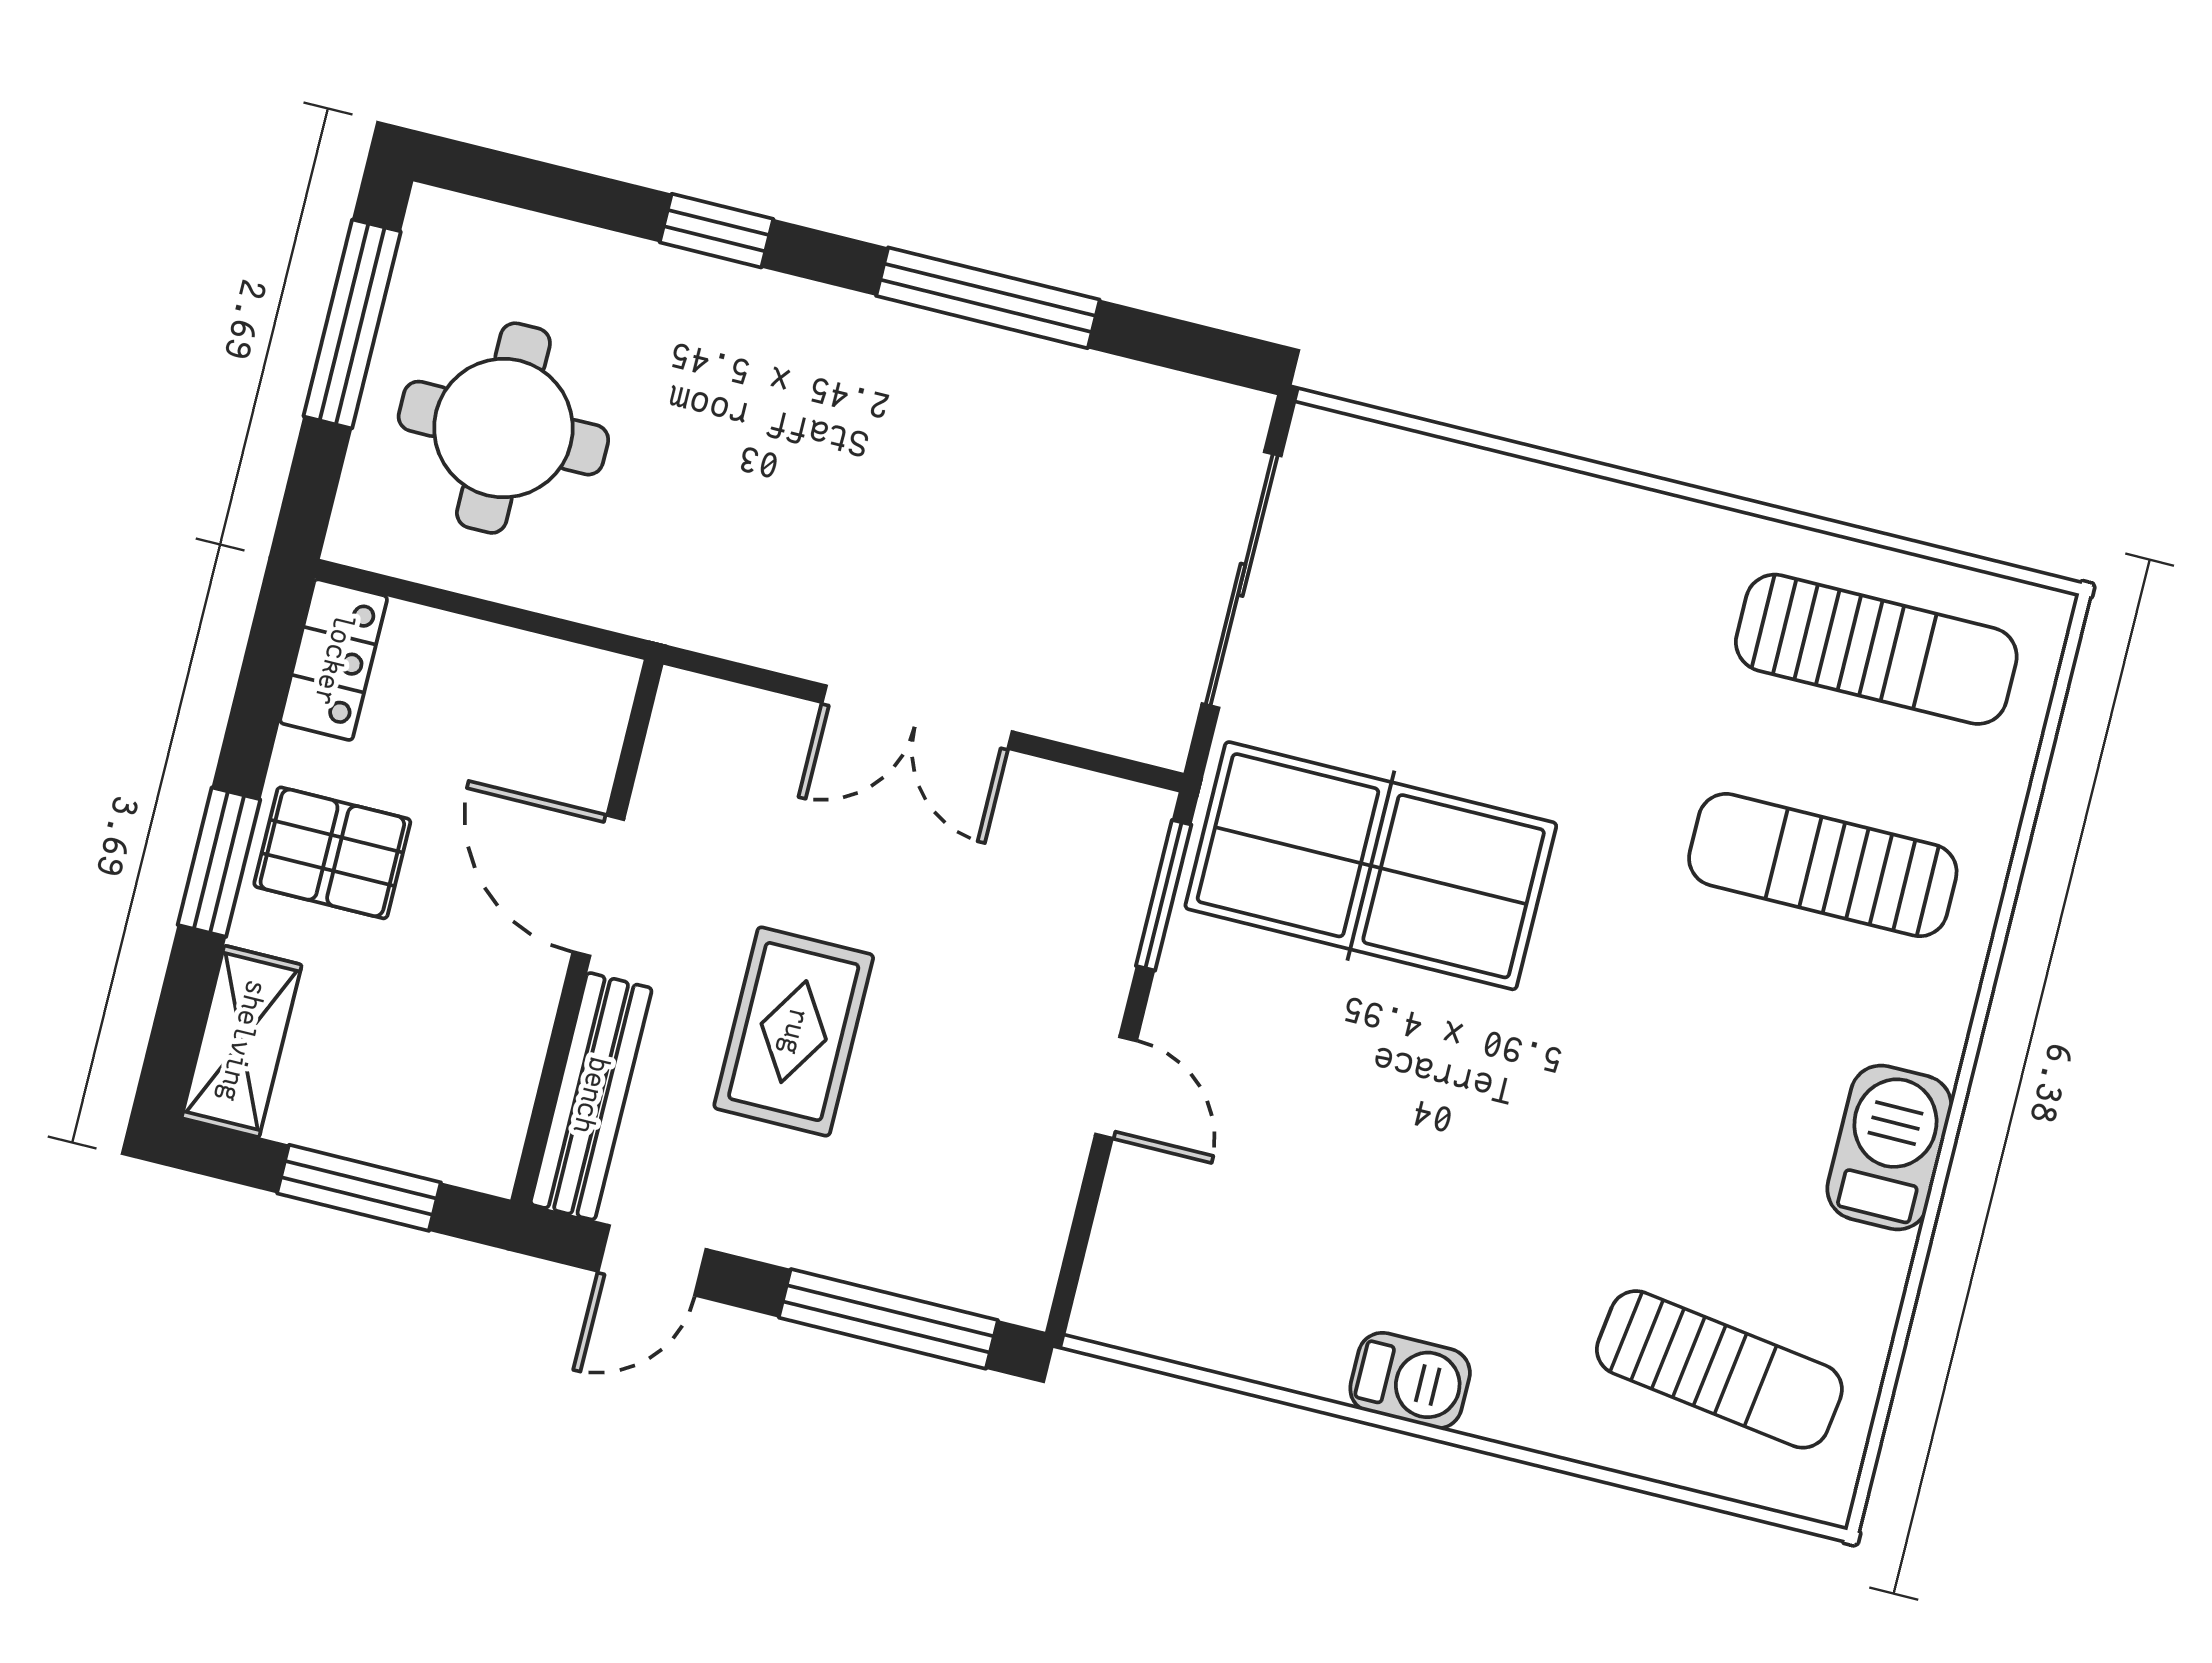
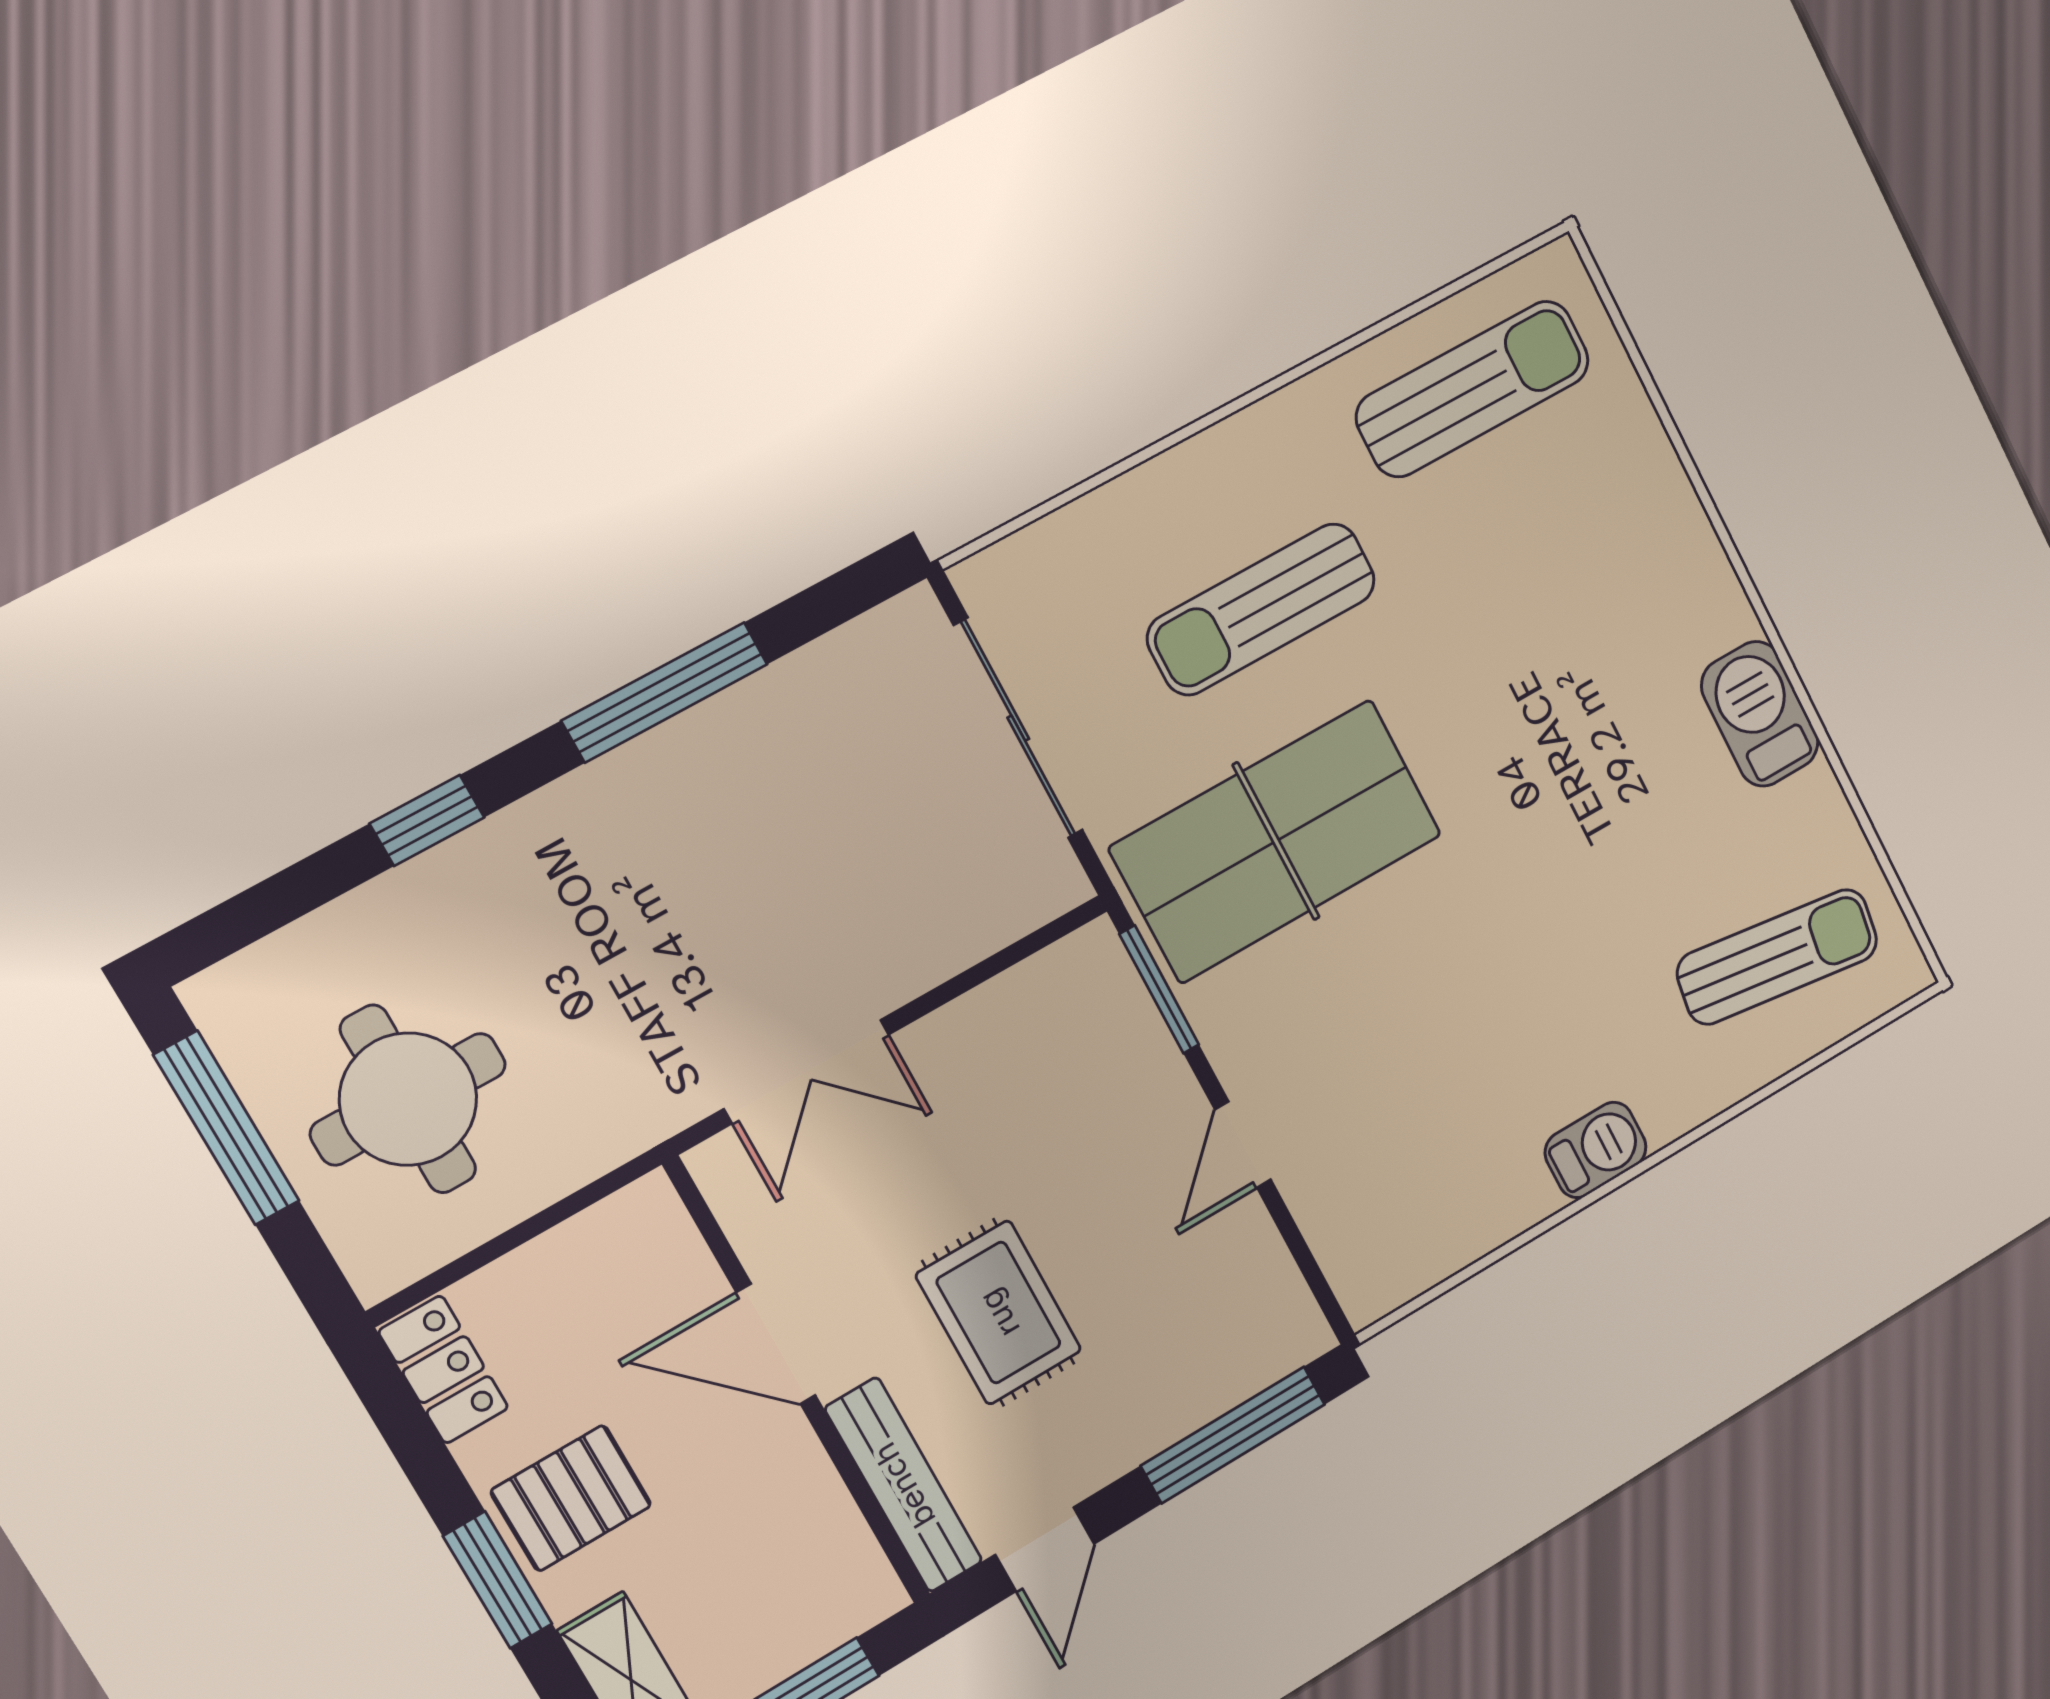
double door: (917, 717) -> (807, 1072), moved
sun lounger: (1823, 865) -> (1261, 609), moved
door: (1116, 1087) -> (1243, 1145), swing flipped

